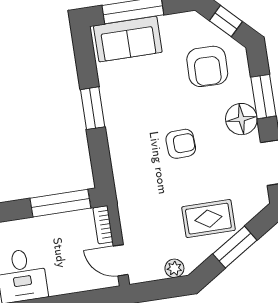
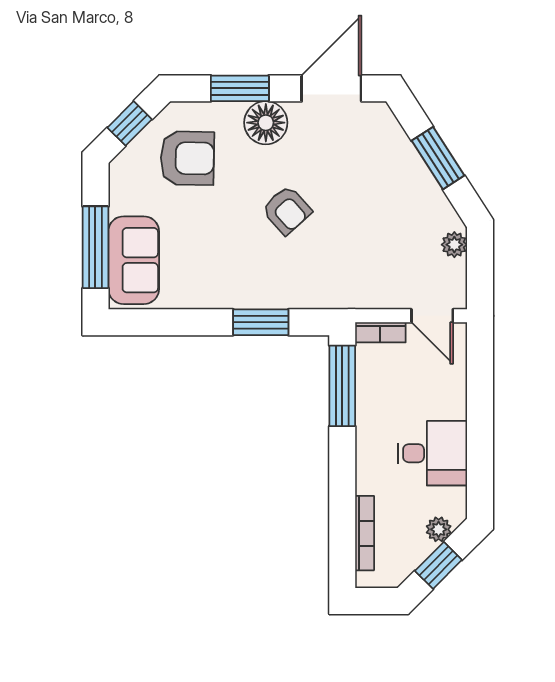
window: (93, 108) -> (261, 322), moved
armchair: (181, 144) -> (287, 210), turned 140
rug: (208, 219) -> (394, 188), removed
door: (121, 260) -> (432, 316), hinge flipped

